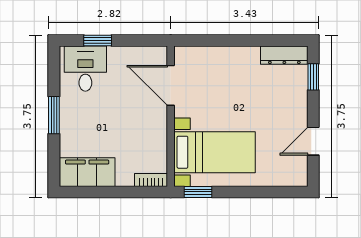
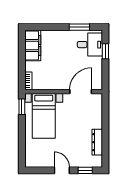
dresser: (284, 55) -> (97, 142), moved
window: (54, 115) -> (79, 27), moved
door: (313, 141) -> (62, 170), moved

